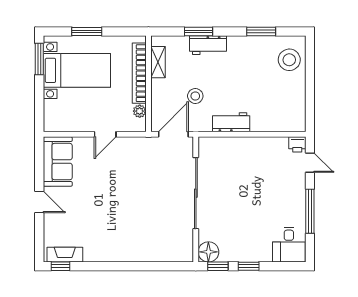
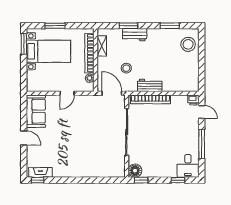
door: (173, 134) -> (112, 93), hinge flipped
bookcase: (232, 144) -> (150, 99), added
window: (249, 266) -> (178, 180), moved

